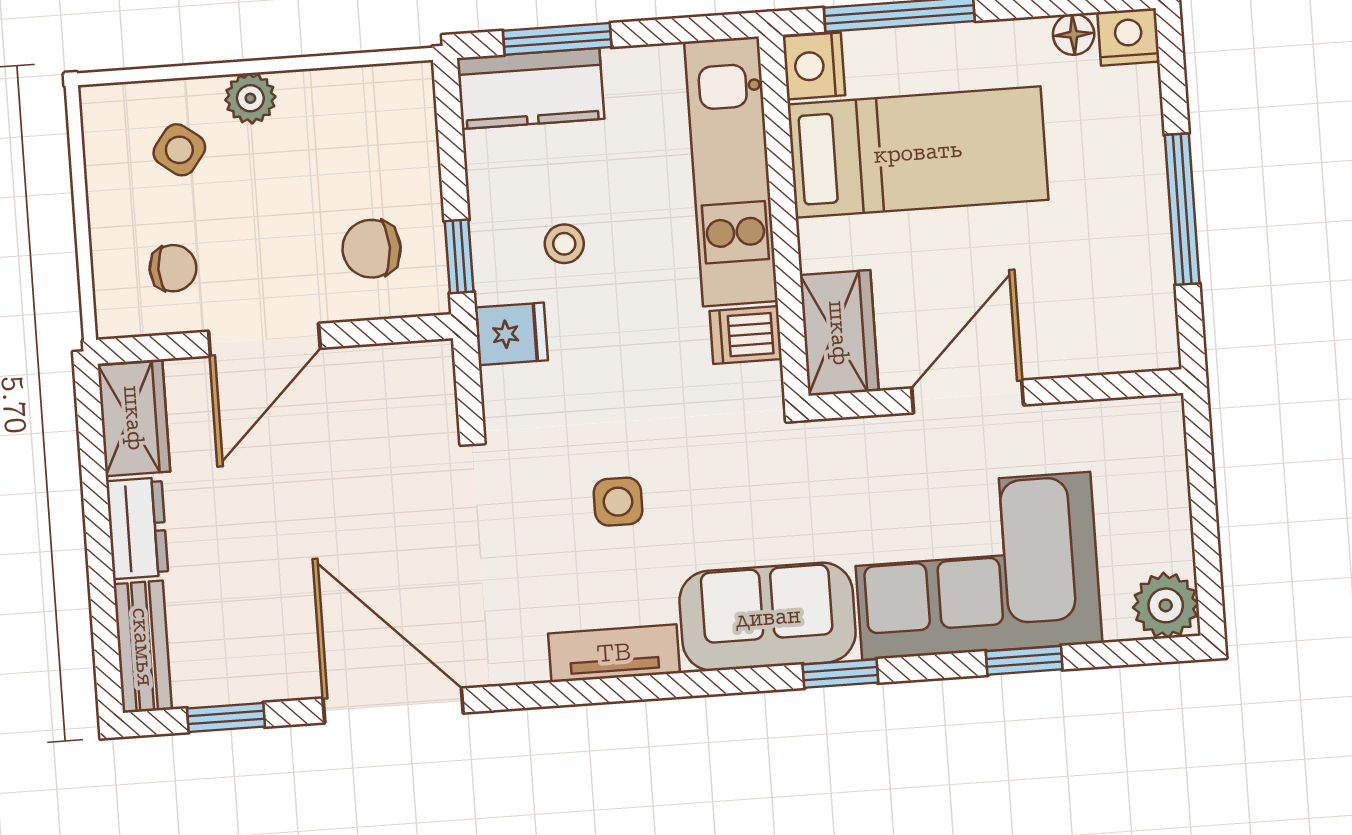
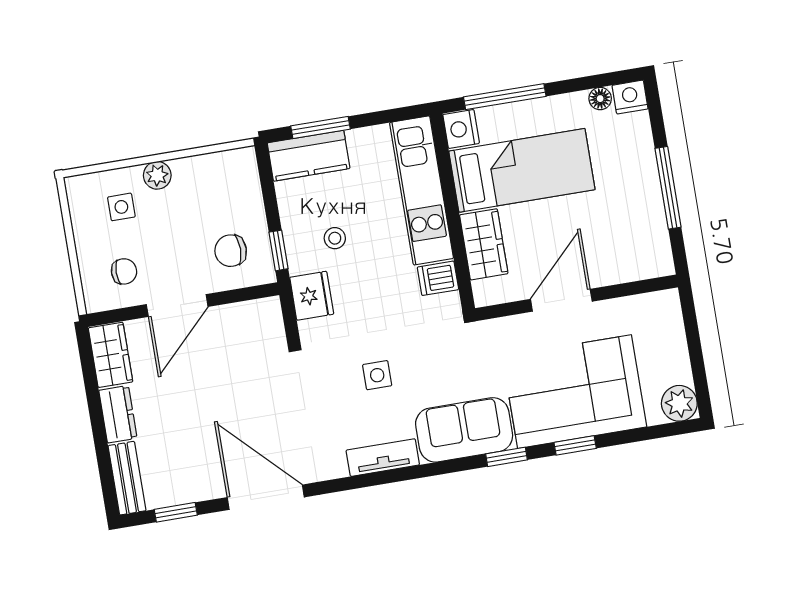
side table: (179, 150) -> (121, 207), turned -37
wardrobe: (839, 333) -> (484, 244), moved
fridge: (511, 334) -> (312, 296), width x1.38
window: (1024, 660) -> (575, 445), moved

